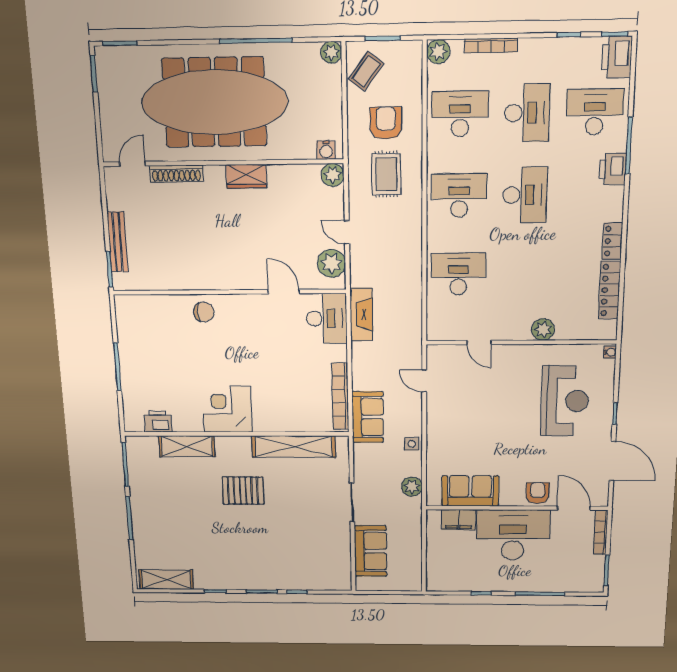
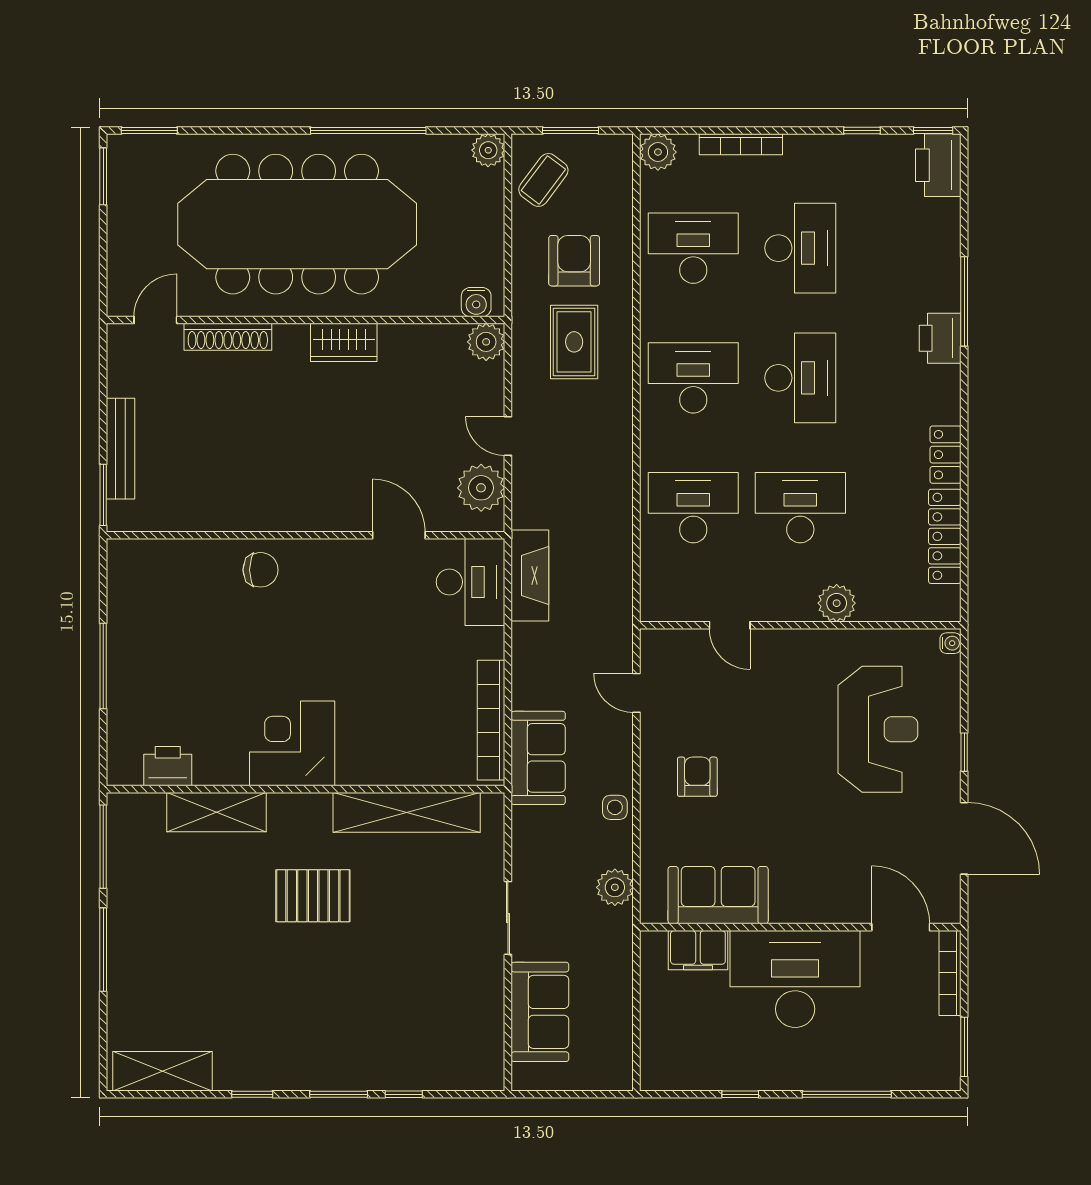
desk: (595, 112) -> (800, 508), moved
armchair: (538, 493) -> (697, 777), moved

